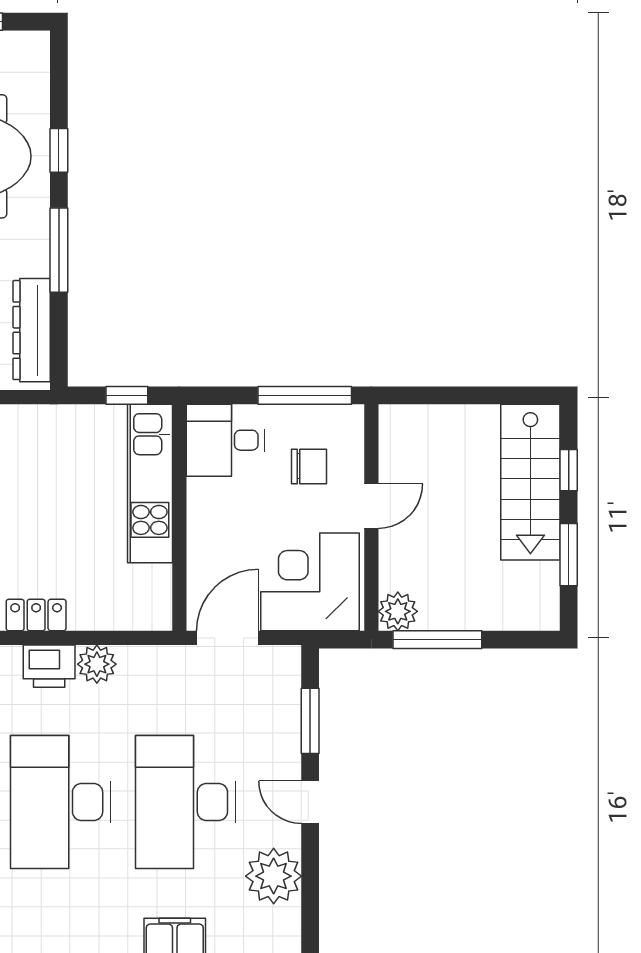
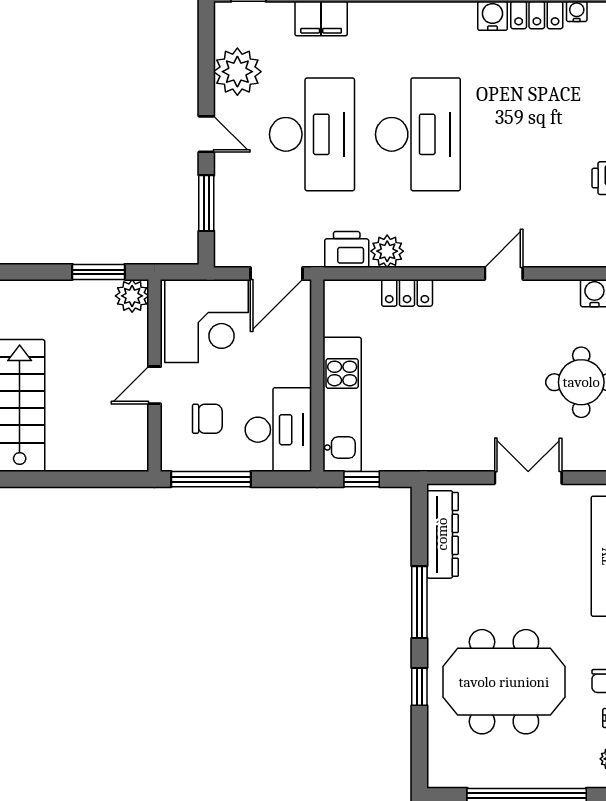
desk: (225, 440) -> (278, 430), width x1.37
chair: (309, 466) -> (207, 419), turned 180
locker: (36, 615) -> (407, 293), moved
window: (437, 640) -> (99, 272), width x0.69
printer: (49, 666) -> (347, 249), moved

